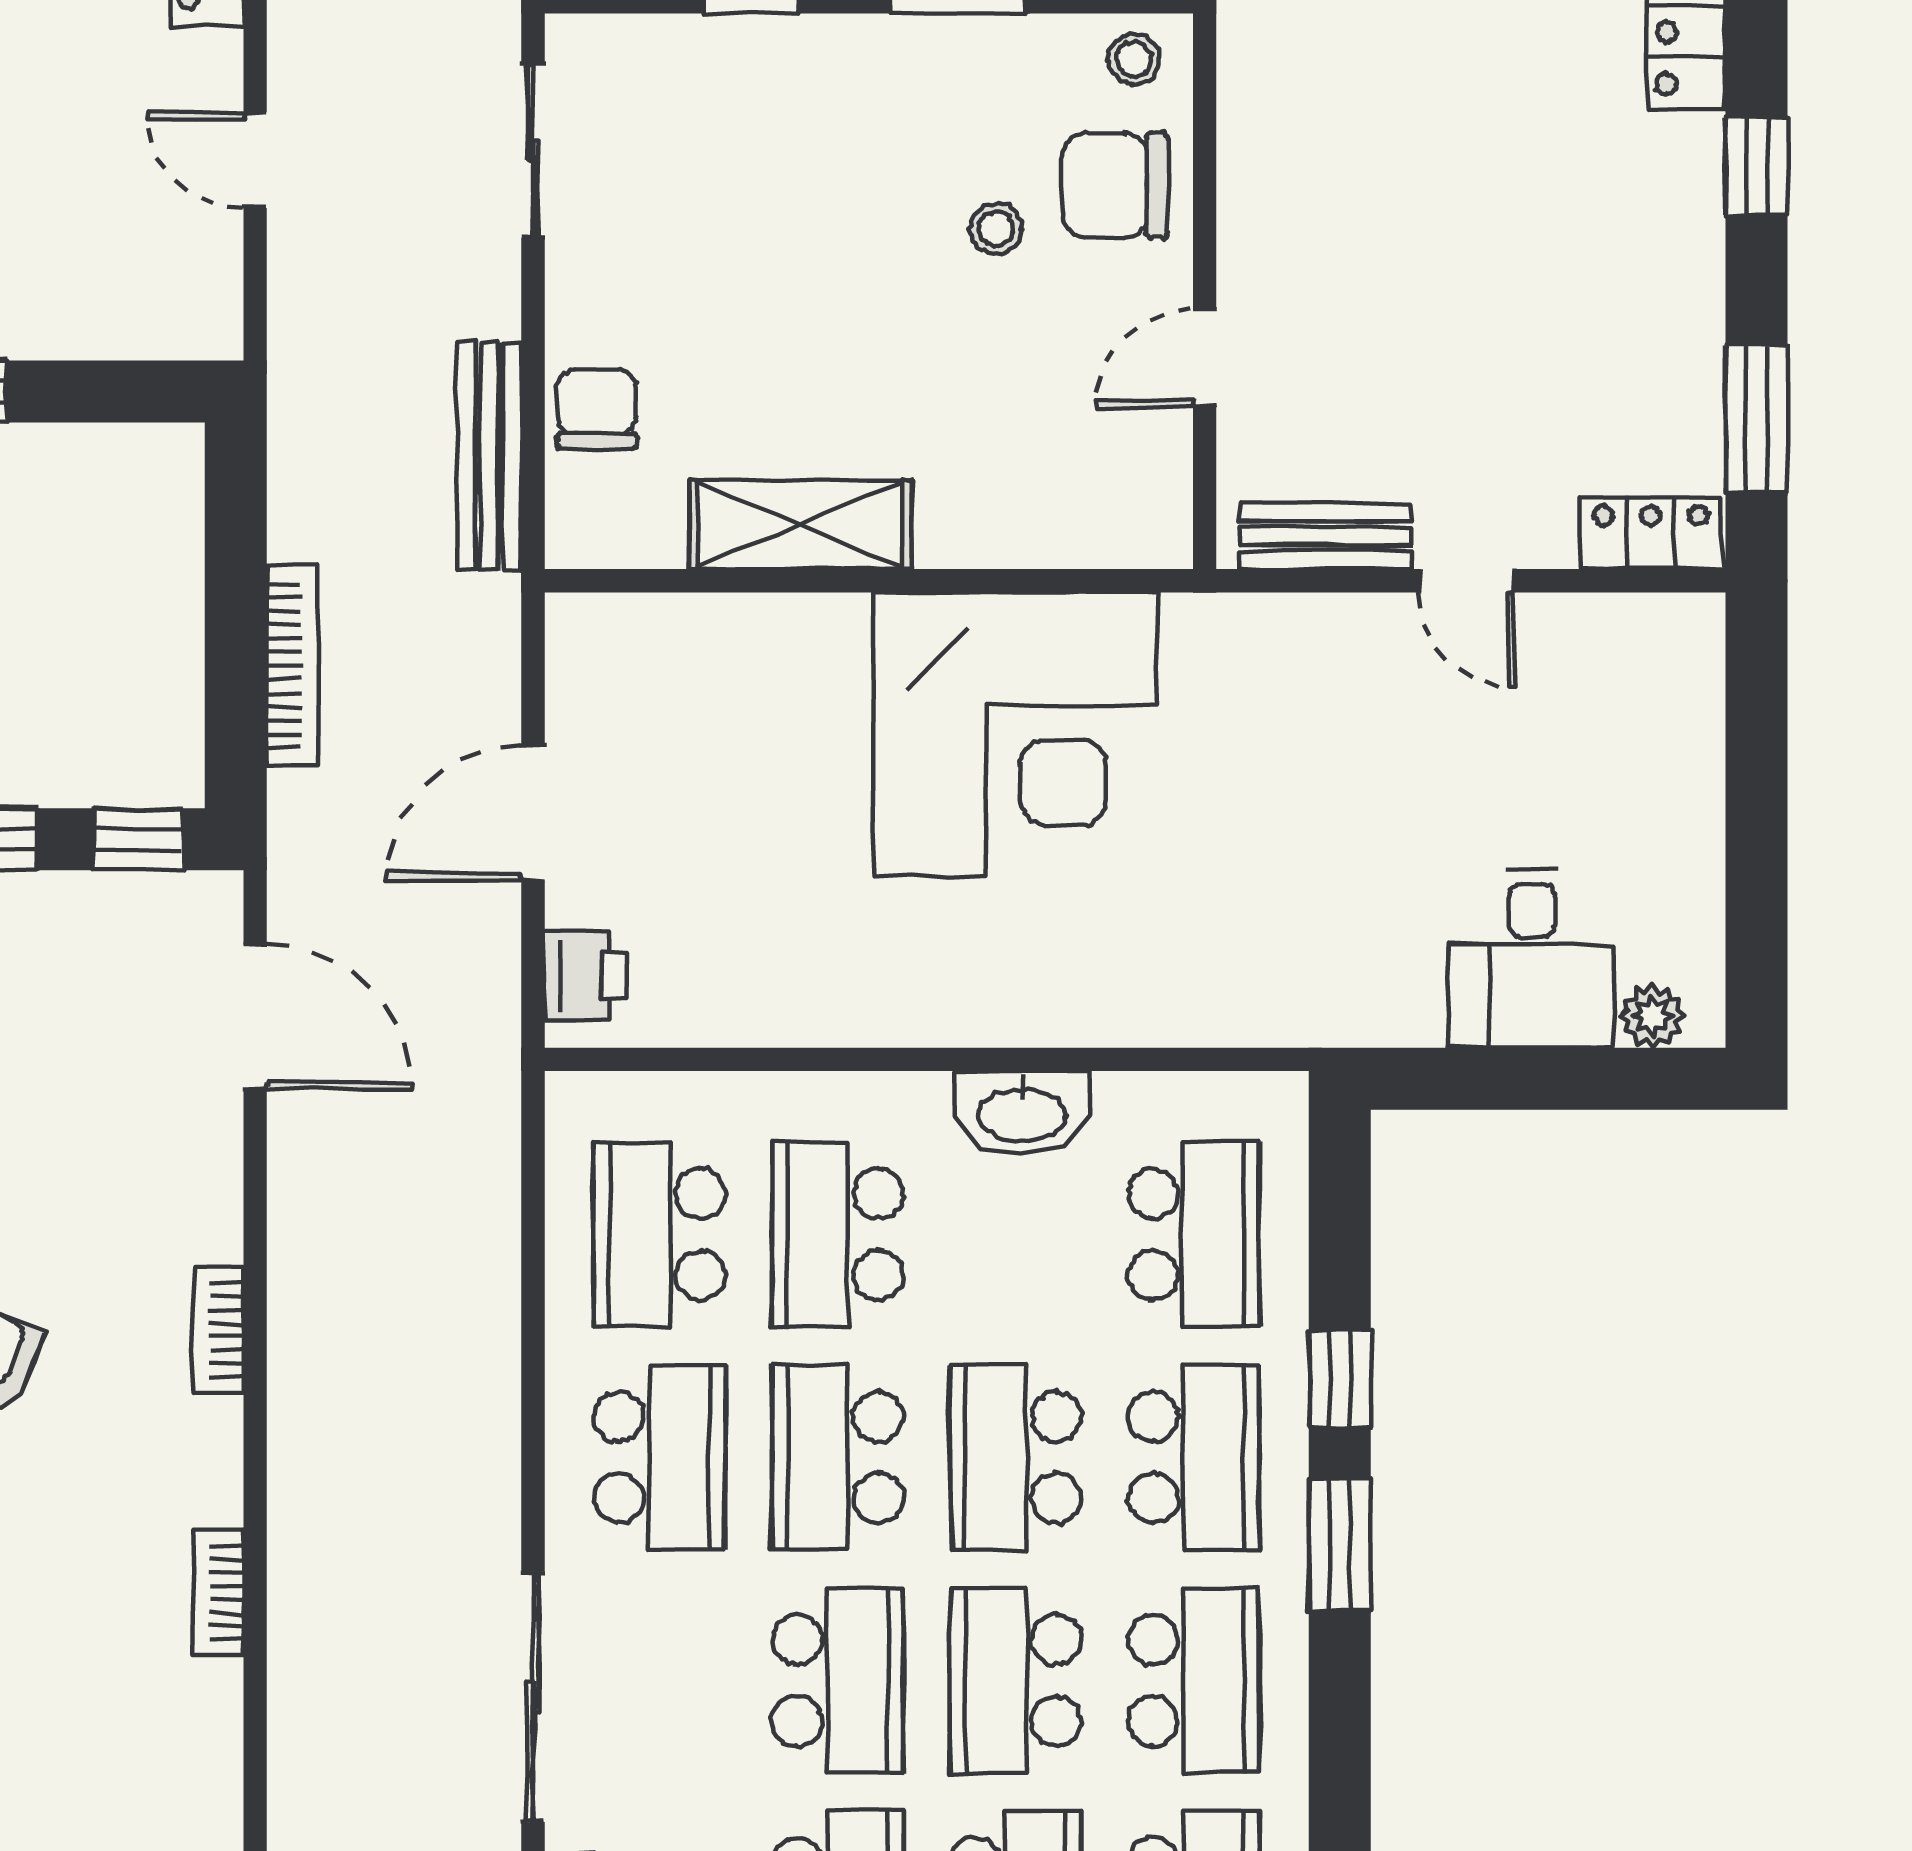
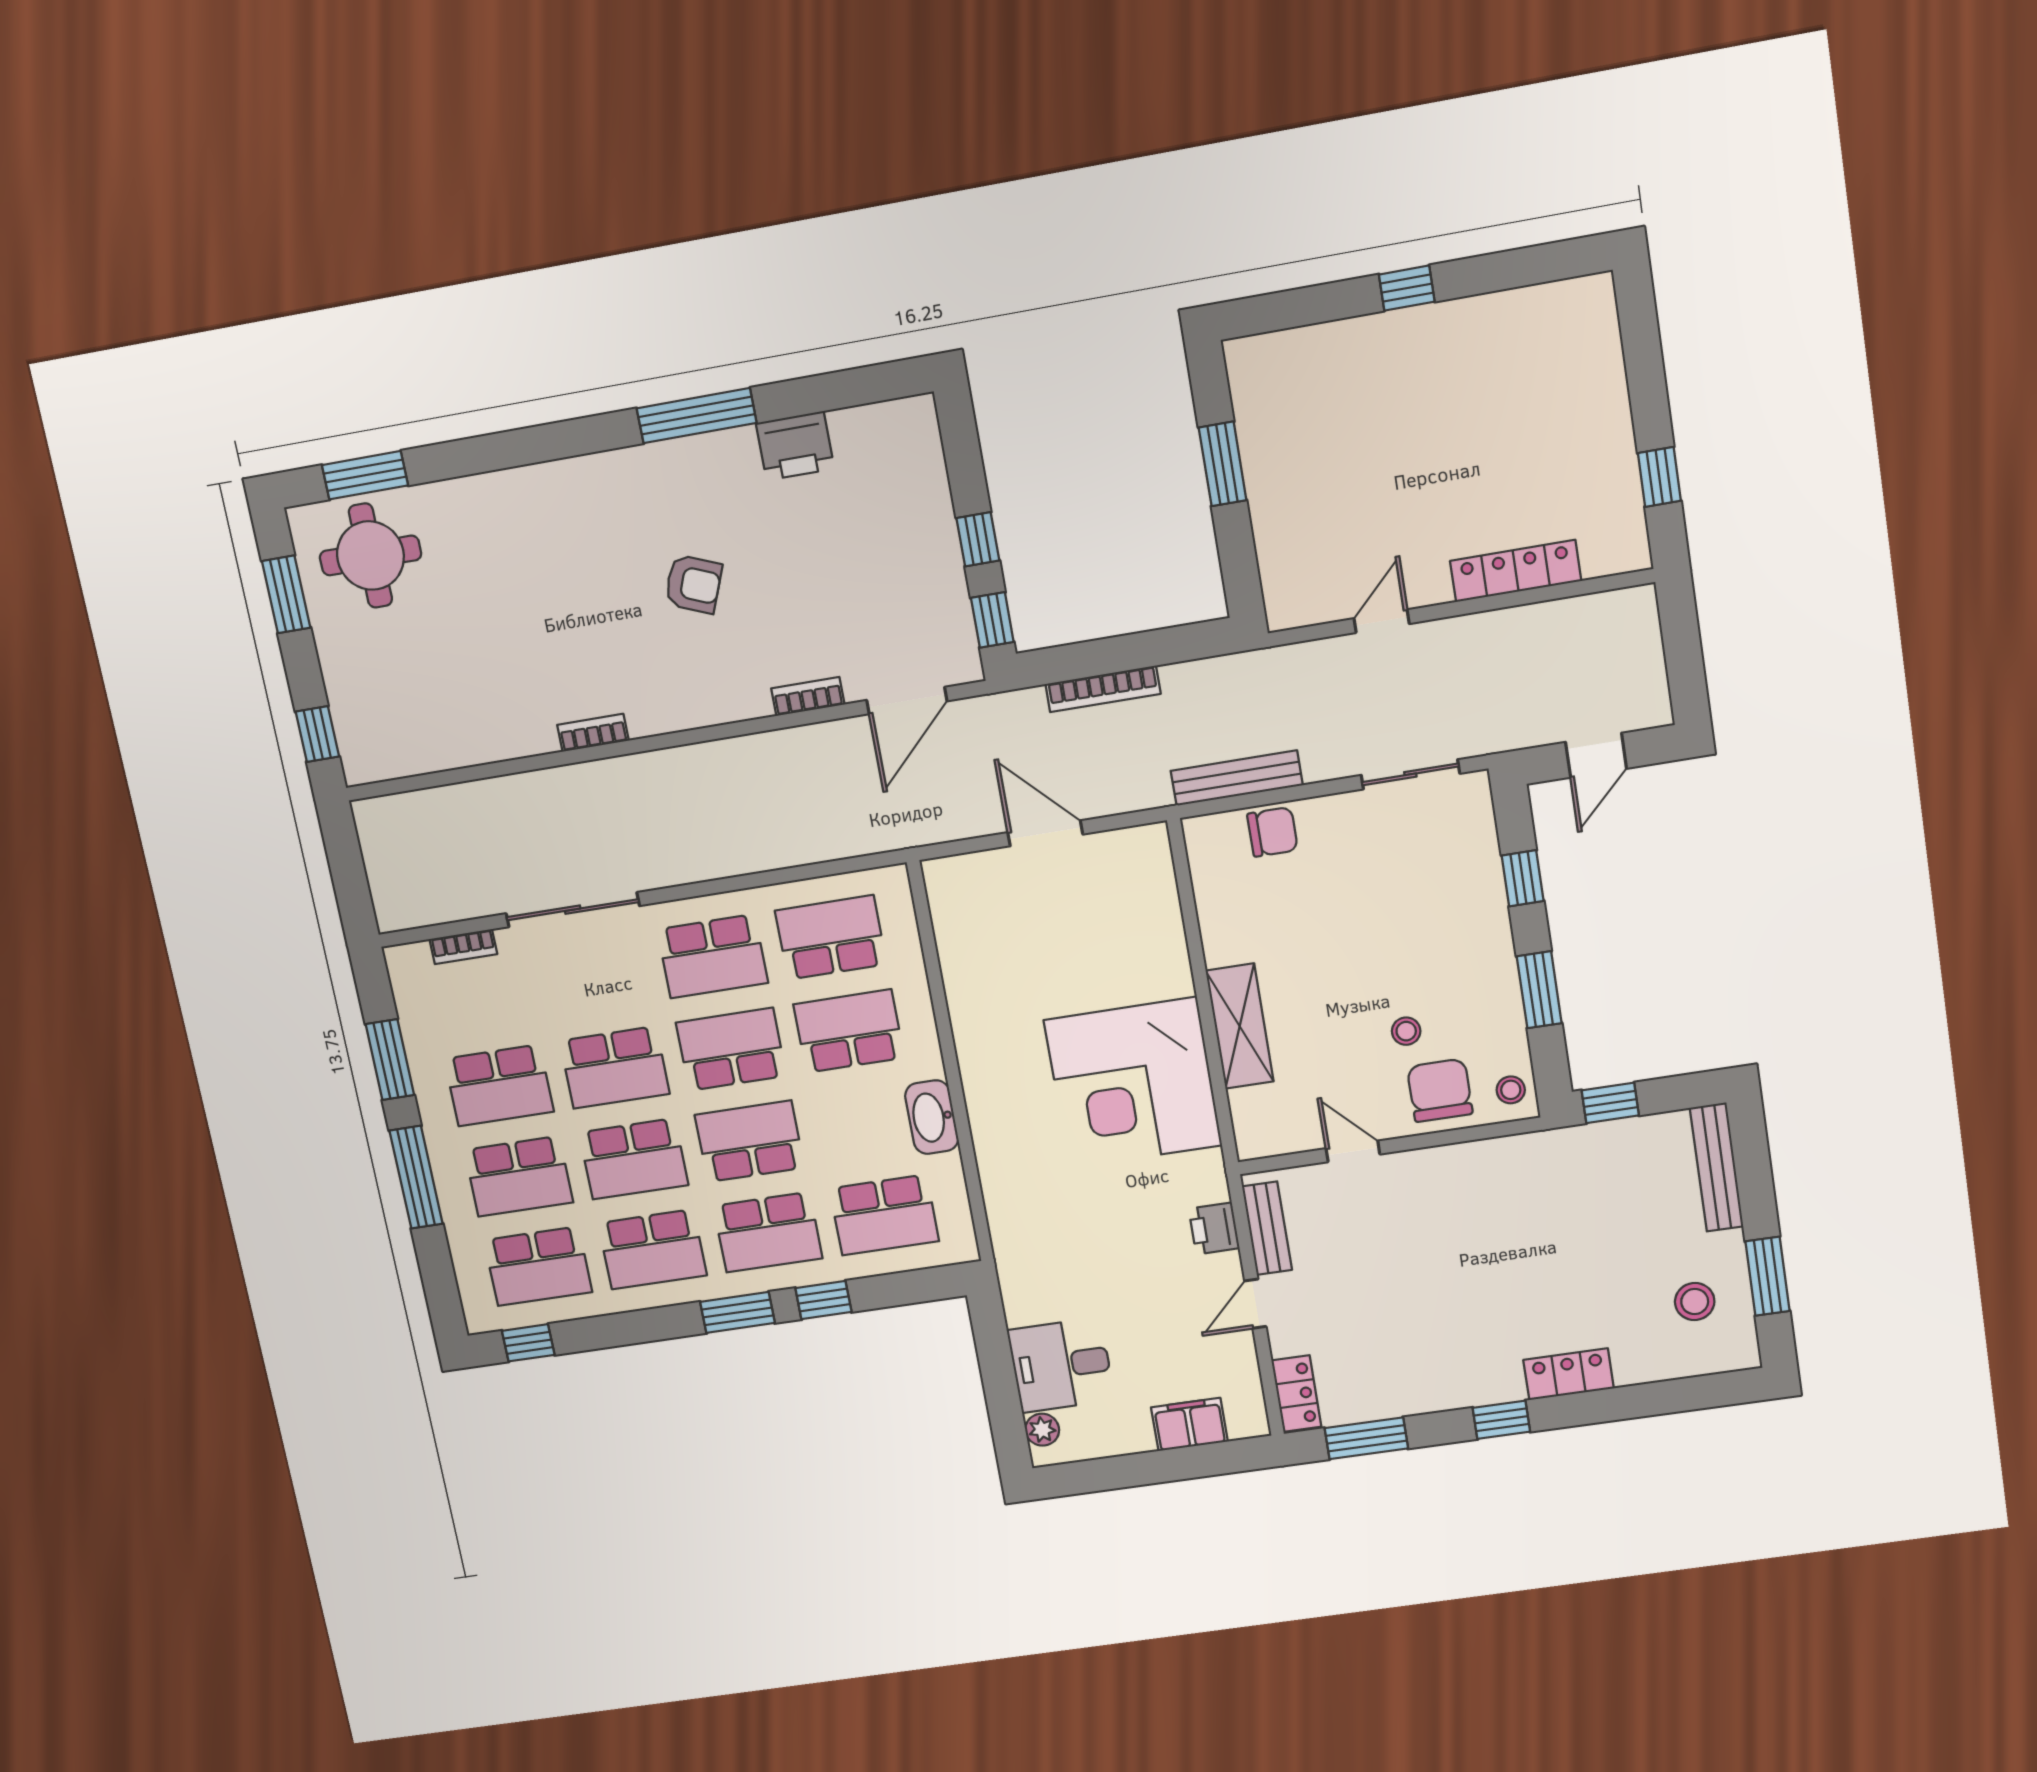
shelving: (800, 525) -> (1240, 1026), moved
filing cabinet: (1682, 740) -> (1189, 1424), added
printer: (585, 976) -> (1214, 1229), moved, turned 90
bookcase: (218, 1330) -> (808, 696), moved
school desk: (1016, 1680) -> (634, 1159), turned 180

